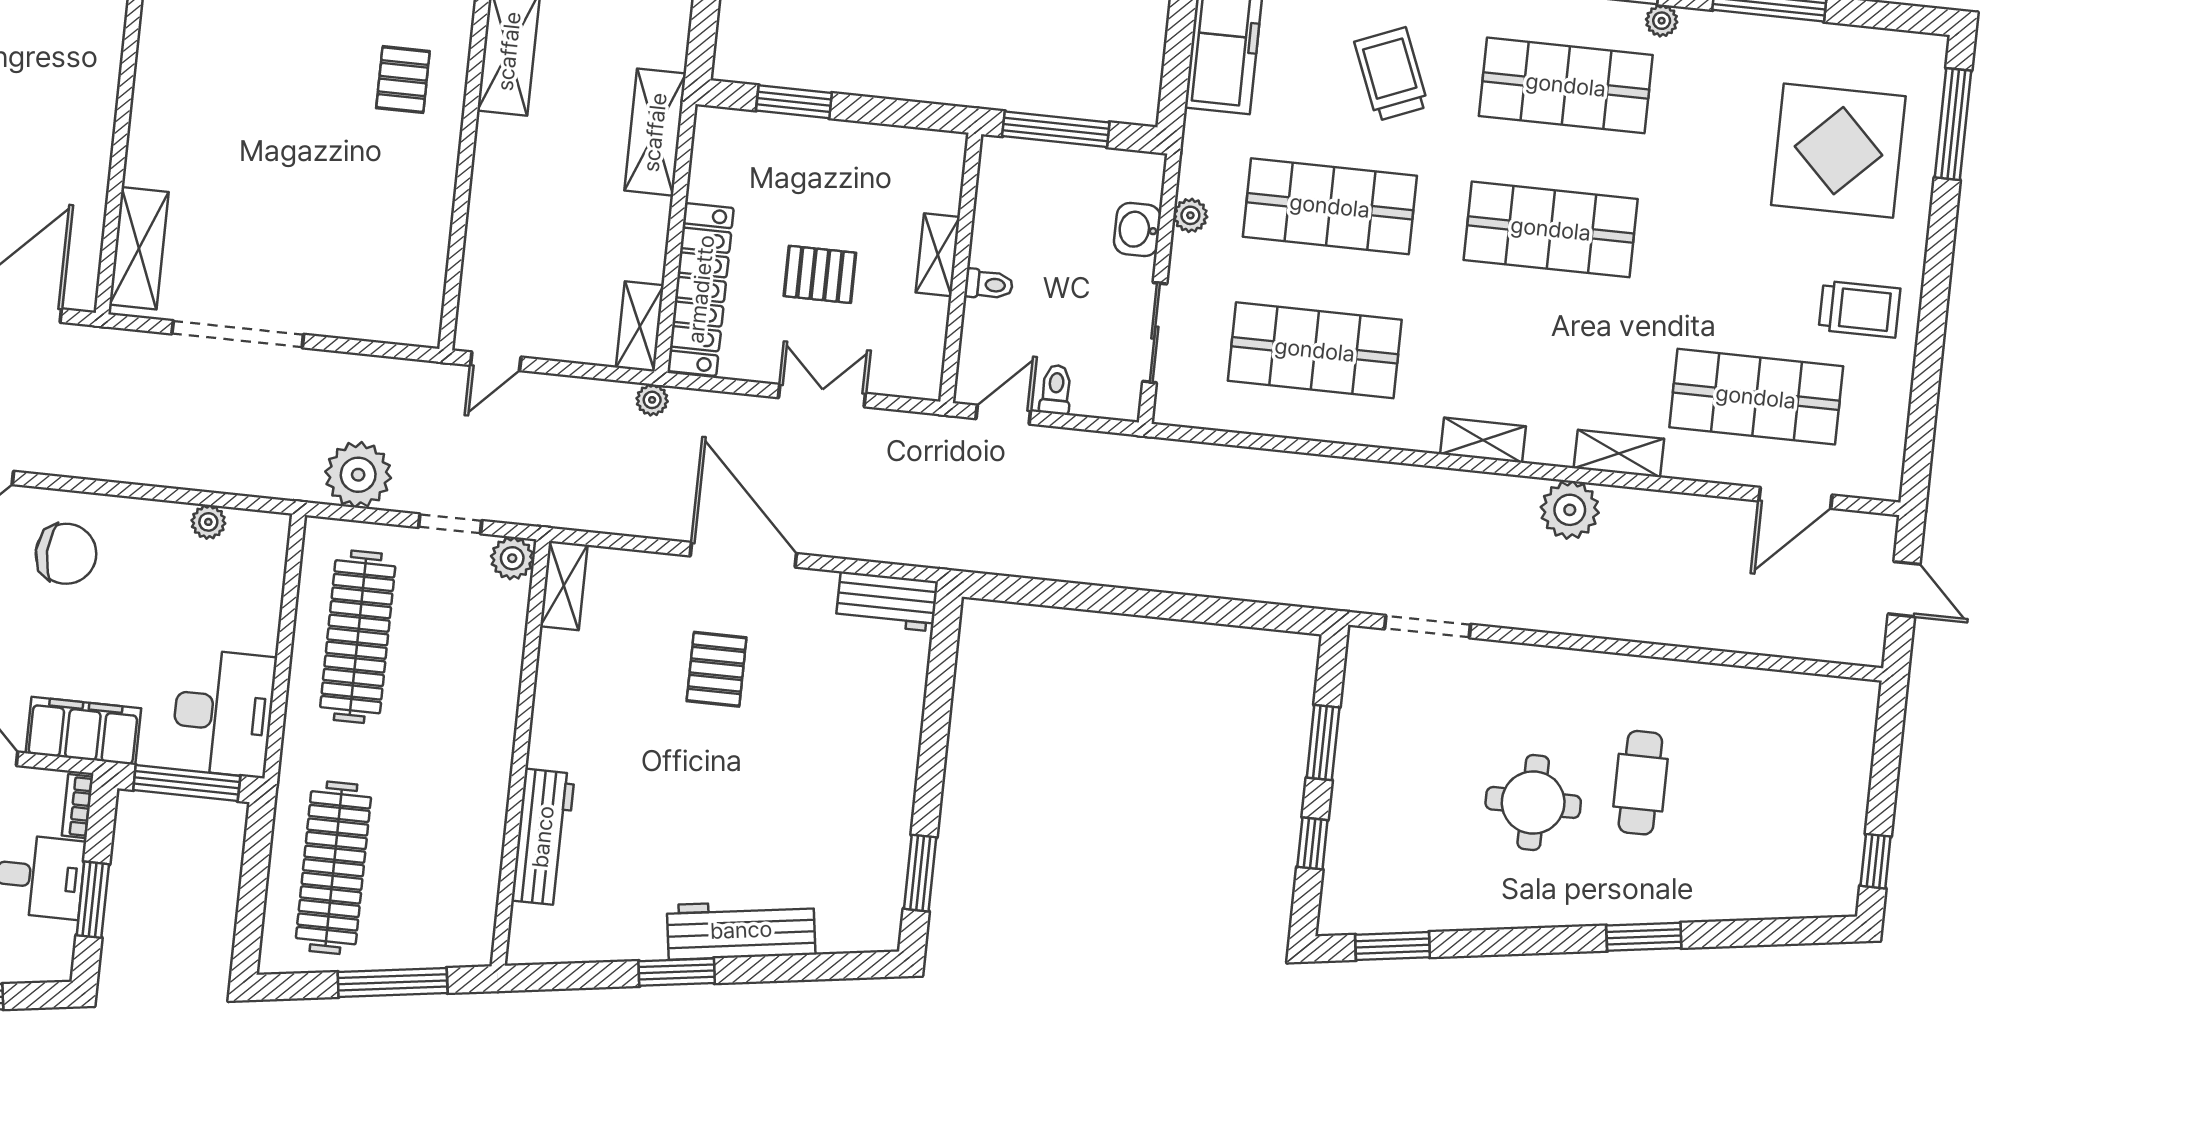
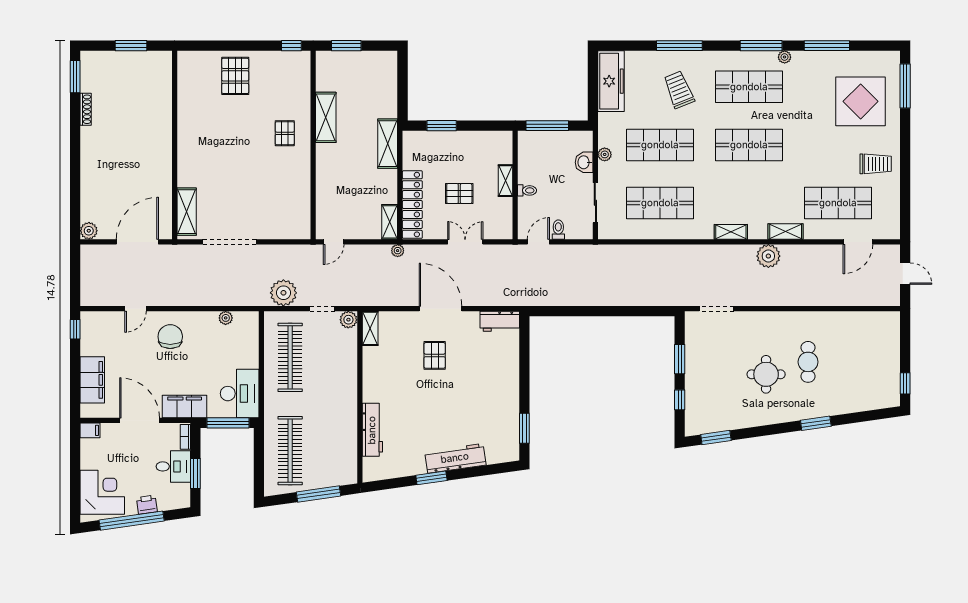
chair: (66, 554) -> (170, 337), turned -92

